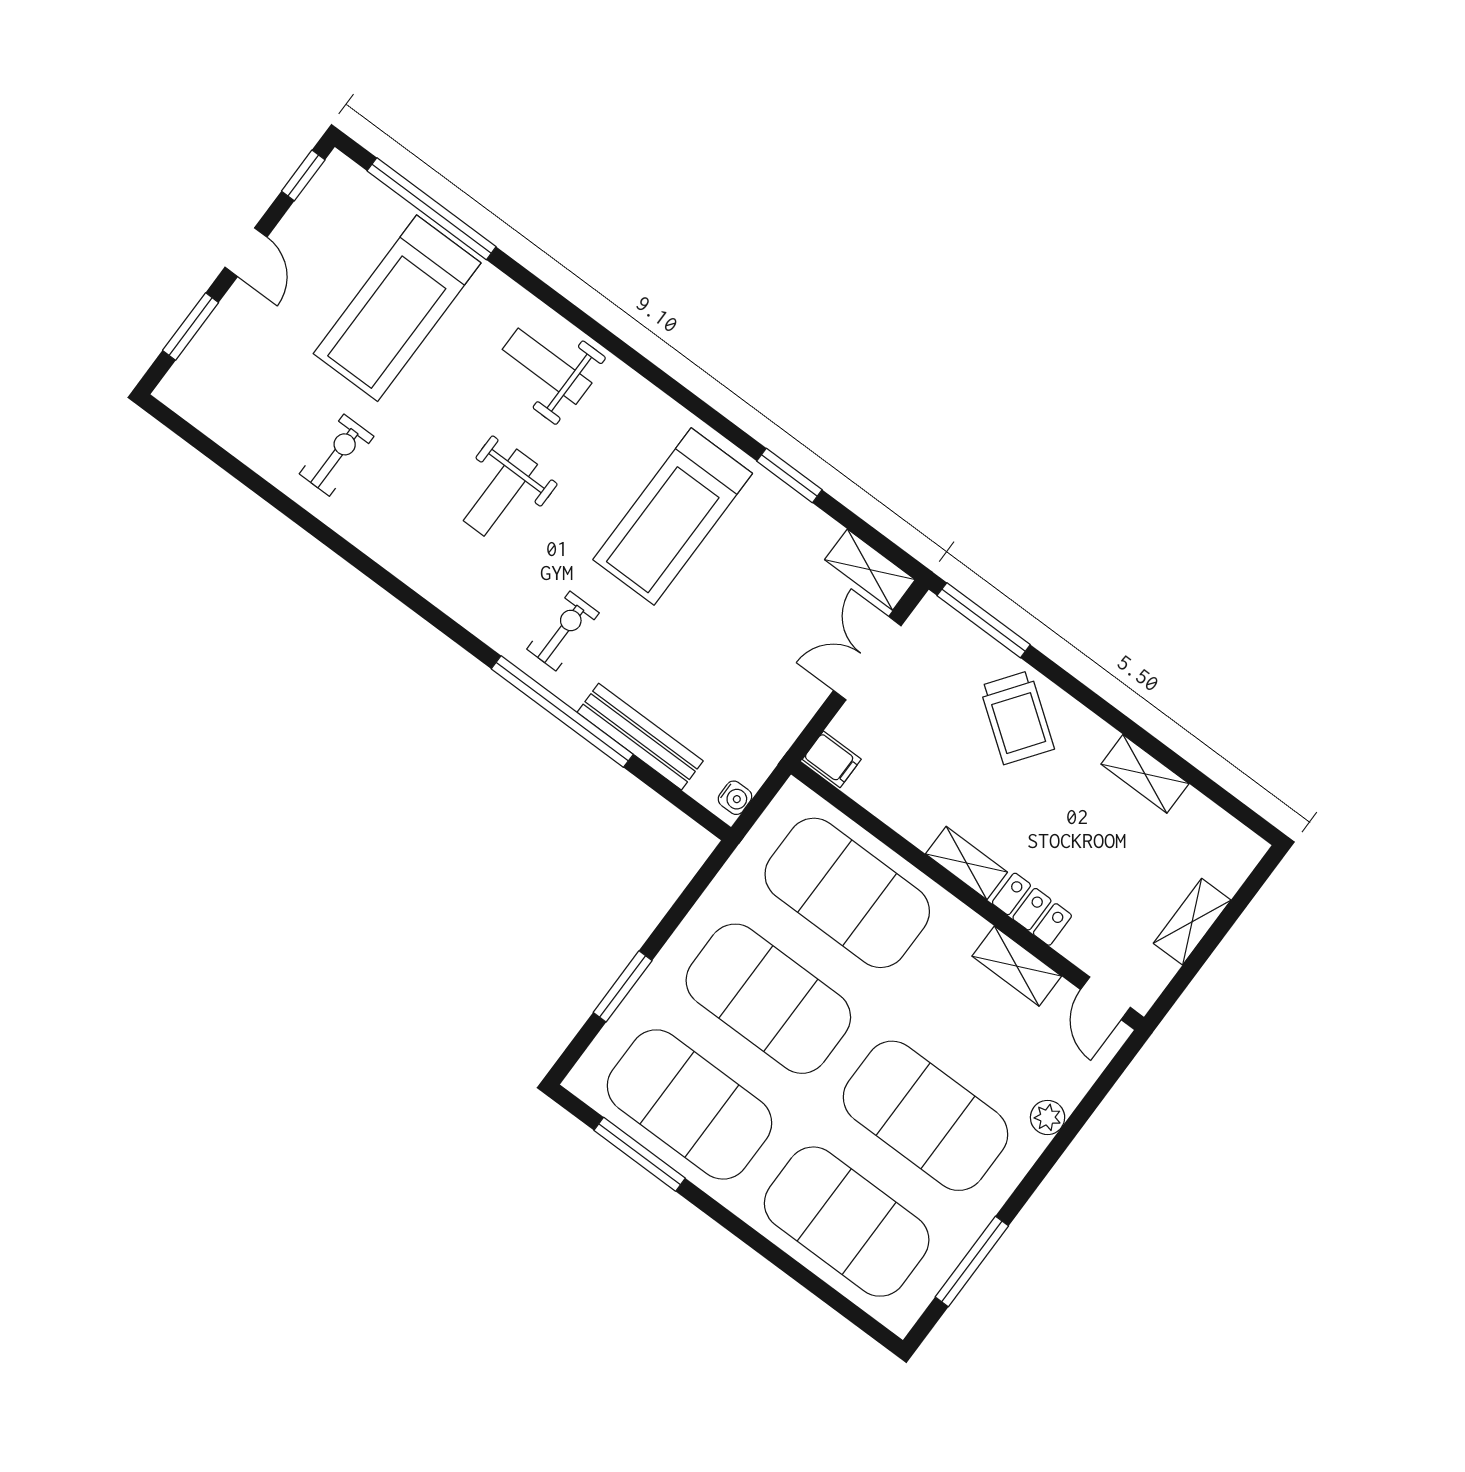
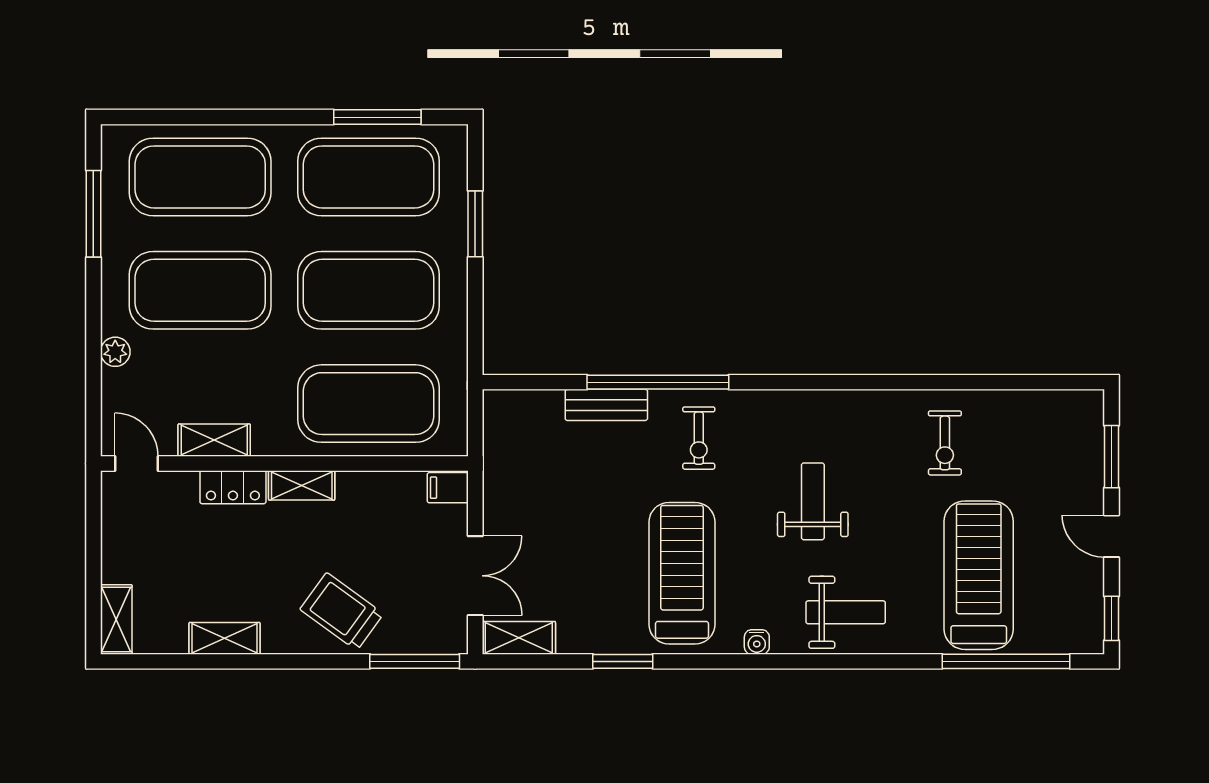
bench: (640, 737) -> (606, 405), width x0.73
water cooler: (735, 798) -> (757, 642), moved, turned -90
shelving: (1192, 922) -> (116, 620), moved

